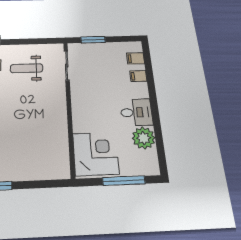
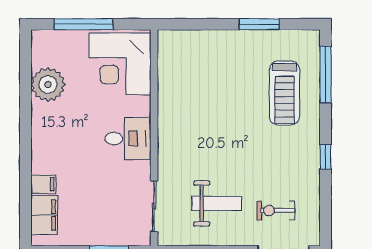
filing cabinet: (136, 58) -> (44, 215), width x2.00
desk: (136, 112) -> (128, 139), moved, turned 180

